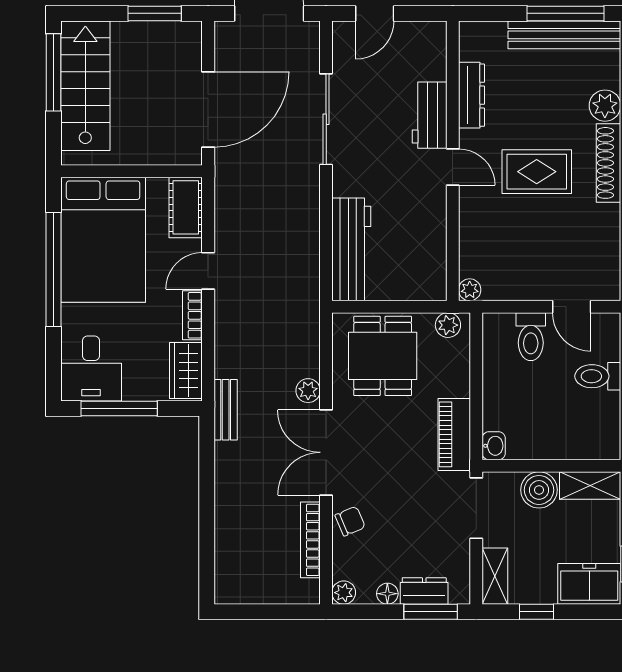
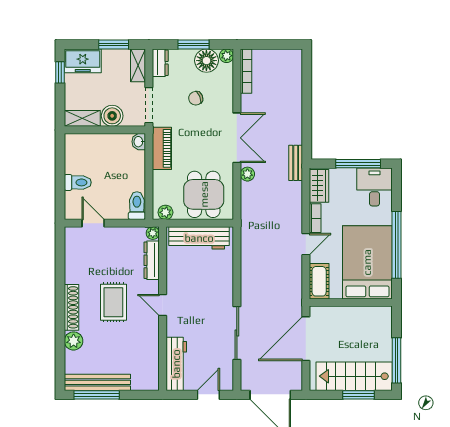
window: (155, 13) -> (358, 395), moved
stairs: (85, 86) -> (354, 376), moved, turned 90
dresser: (472, 95) -> (152, 260), moved
workbench: (430, 115) -> (176, 364), moved, width x1.38
rug: (537, 172) -> (113, 302), turned 90
workbench: (351, 249) -> (199, 238), moved, turned -90
toilet: (531, 337) -> (137, 206), moved
chair: (350, 521) -> (196, 98), moved
bookcase: (310, 540) -> (246, 71), moved
dresser: (424, 591) -> (160, 63), moved, turned -90
floor lamp: (387, 594) -> (206, 61), width x1.89, depth x1.89
window: (431, 612) -> (194, 45), moved
window: (536, 612) -> (114, 45), width x1.50

